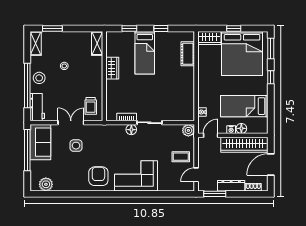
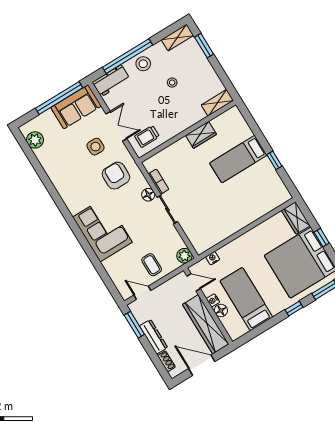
window: (129, 28) -> (254, 127), removed
cot: (188, 54) -> (265, 205), removed
armchair: (98, 176) -> (116, 176), moved, turned -90

